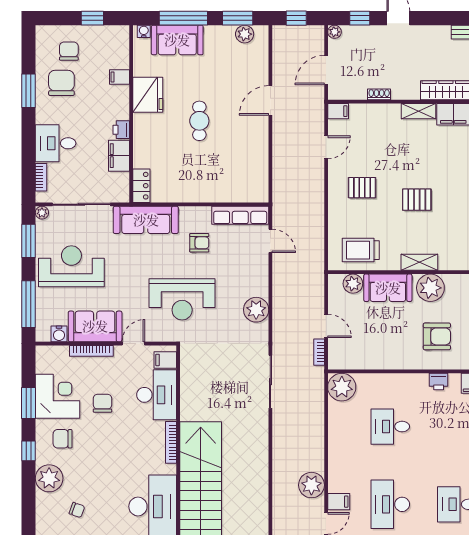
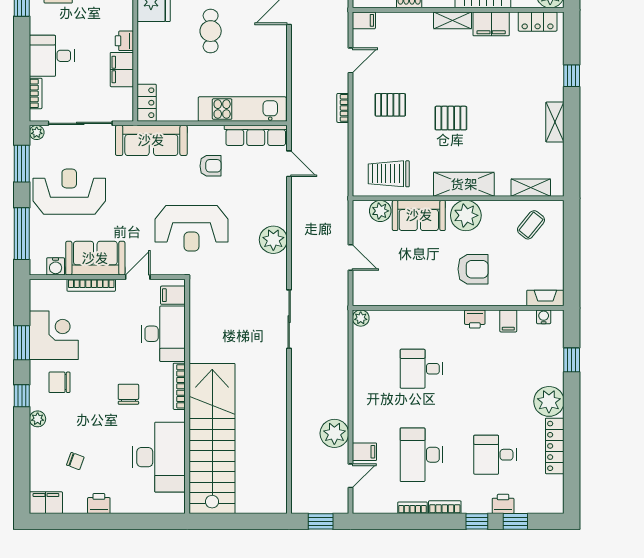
kitchen unit: (228, 191) -> (242, 109), added
shelving: (419, 262) -> (464, 184), width x1.50, depth x1.33
bookcase: (319, 352) -> (343, 108), moved
plant: (342, 387) -> (361, 318), width x0.53, depth x0.53
chair: (102, 403) -> (128, 394), moved
plant: (49, 478) -> (38, 419), width x0.53, depth x0.53

